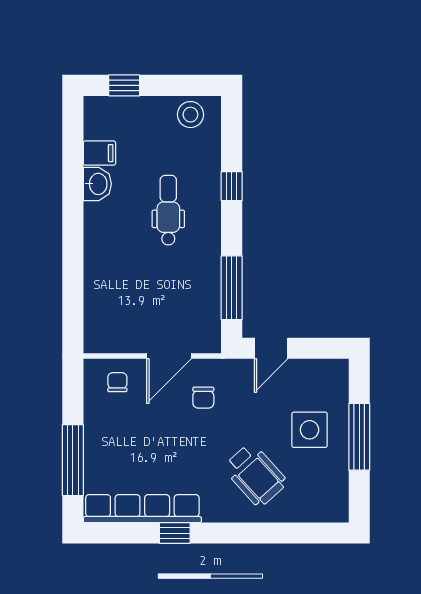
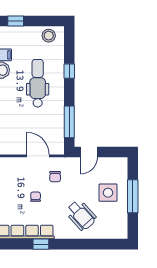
dental chair: (168, 210) -> (38, 83), width x1.36, depth x1.38
door: (169, 356) -> (38, 156), swing flipped
chair: (117, 382) -> (36, 197), moved

